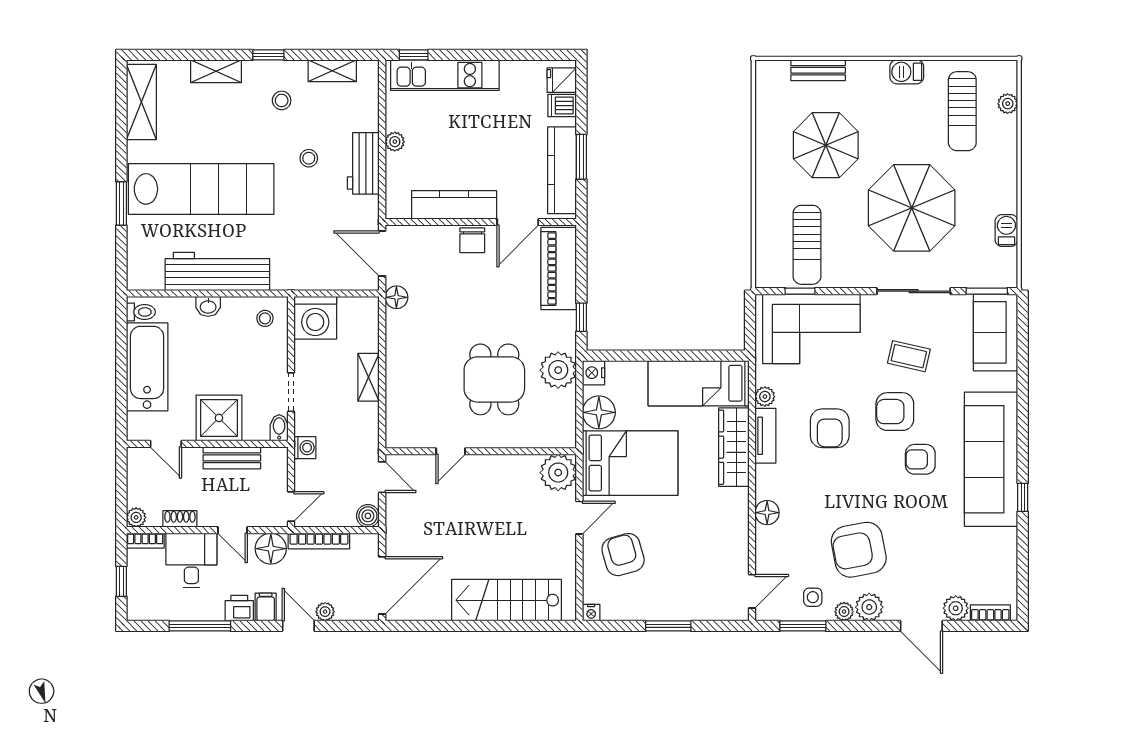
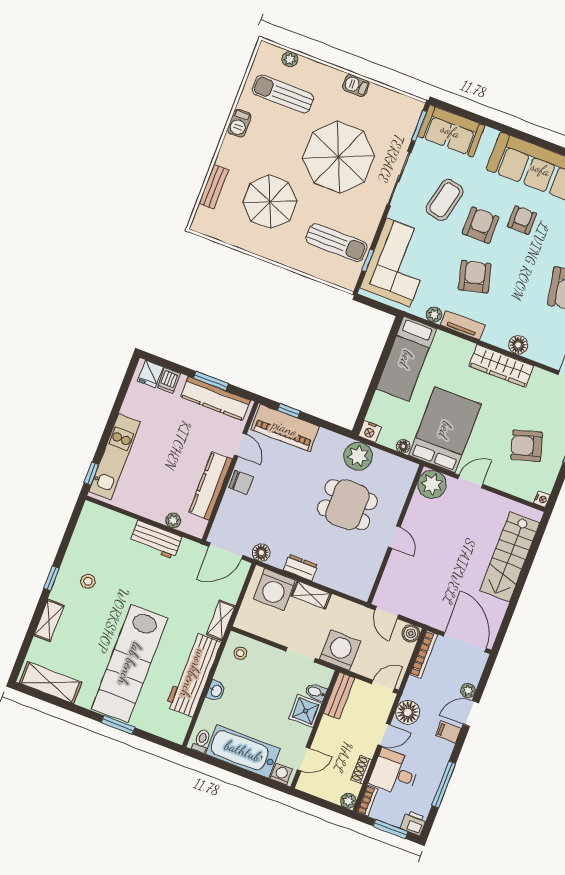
shelving: (332, 71) -> (221, 620), moved
sun lounger: (962, 111) -> (283, 94), turned 180
plant: (395, 142) -> (173, 520), moved
stool: (309, 158) -> (137, 578), removed
lab bench: (201, 189) -> (130, 664), turned 180
door: (518, 222) -> (240, 445), width x0.73
barbecue: (1006, 231) -> (356, 85), moved
window: (581, 317) -> (289, 411), moved
washing machine: (315, 318) -> (274, 589), moved, turned 90
dresser: (396, 352) -> (301, 568), added
coffee table: (909, 356) -> (445, 200), width x1.36, depth x1.30
floor lamp: (599, 412) -> (403, 446), width x0.53, depth x0.53
armchair: (895, 412) -> (481, 225), turned 180
shower: (219, 418) -> (305, 711), width x0.73, depth x0.73
washing machine: (137, 424) -> (281, 774), added
bidet: (279, 428) -> (316, 692), moved
armchair: (830, 428) -> (475, 277), turned -104
wardrobe: (734, 447) -> (501, 366), moved
washing machine: (305, 448) -> (340, 650), width x1.89, depth x1.89
door: (451, 451) -> (394, 537), moved
bench: (232, 458) -> (339, 696), moved
armchair: (920, 459) -> (522, 220), turned 180
door: (382, 477) -> (387, 612), swing flipped
door: (291, 507) -> (383, 686), hinge flipped
door: (579, 518) -> (470, 481), hinge flipped
bookcase: (319, 541) -> (424, 654), moved
armchair: (623, 555) -> (527, 446), moved
window: (121, 581) -> (390, 829), width x1.50
printer: (239, 608) -> (413, 823), moved, turned 90

